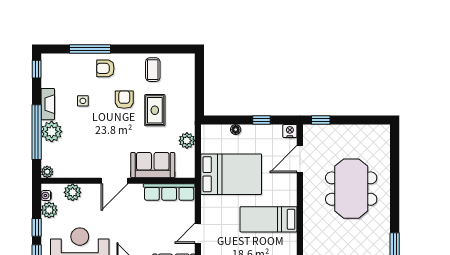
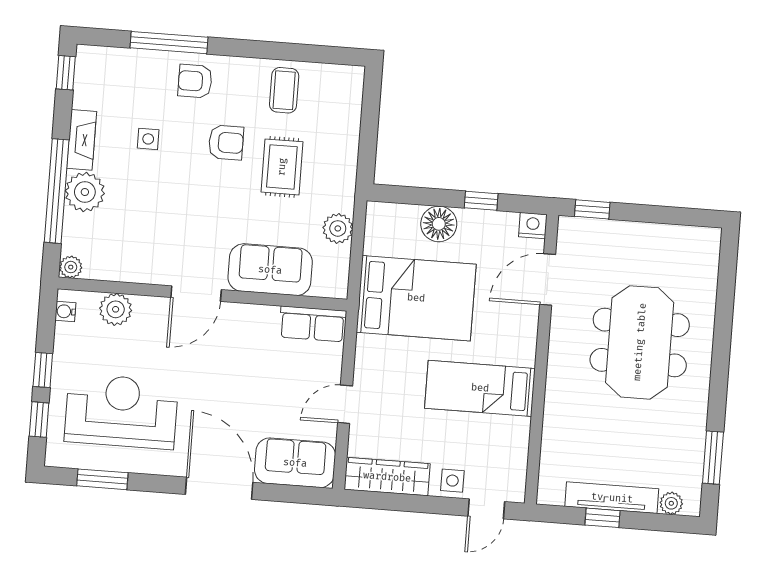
armchair: (124, 100) -> (226, 143), turned 90
floor lamp: (236, 130) -> (439, 224), width x1.89, depth x1.89
row of seats: (169, 192) -> (313, 324), width x0.68
plant: (49, 210) -> (69, 339), removed

